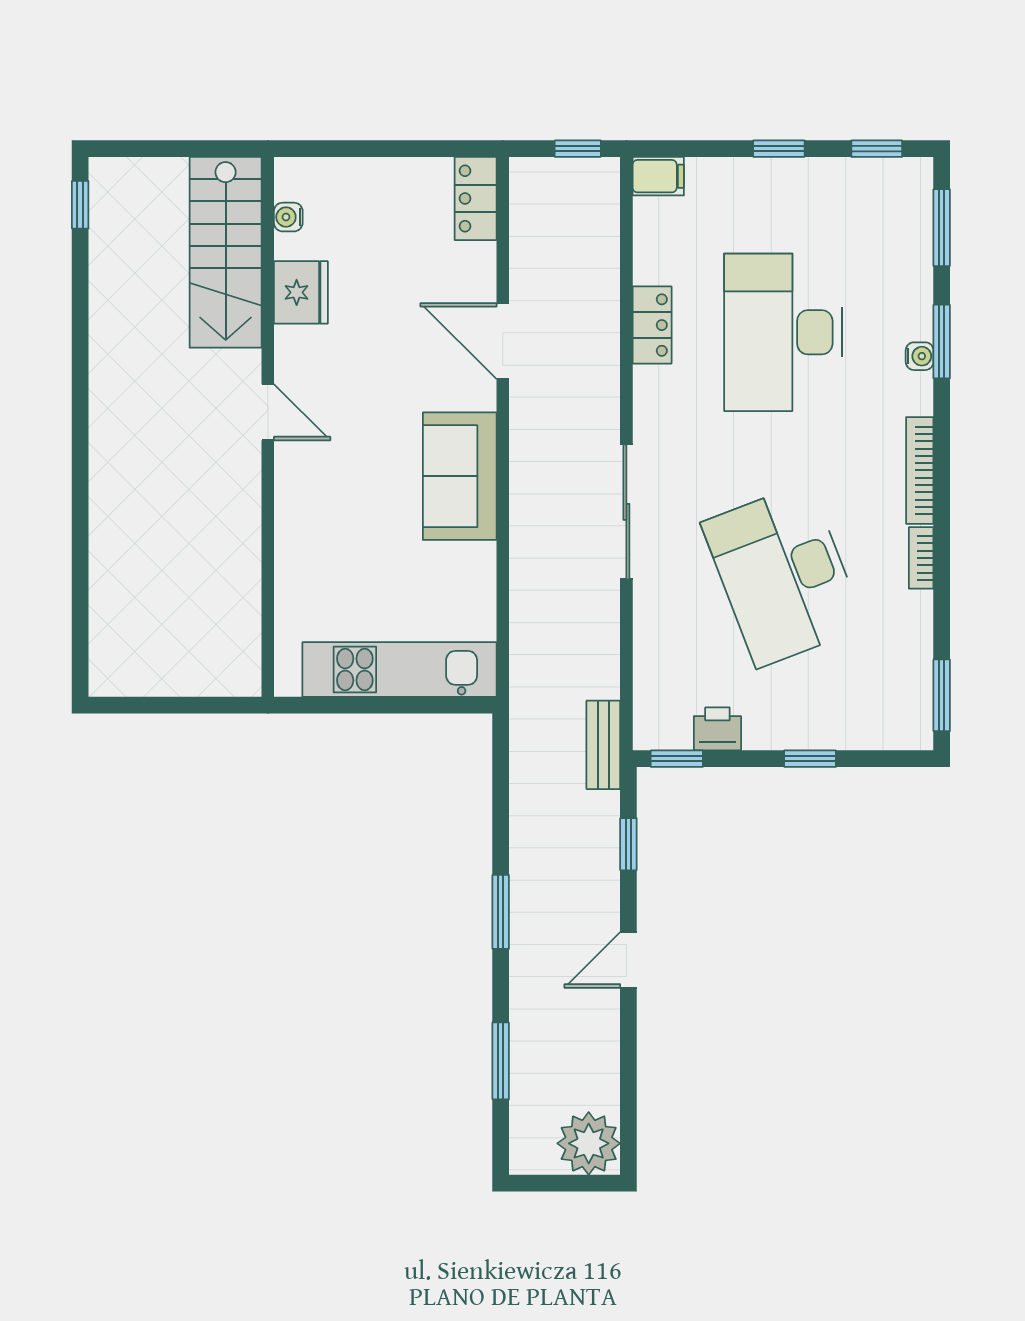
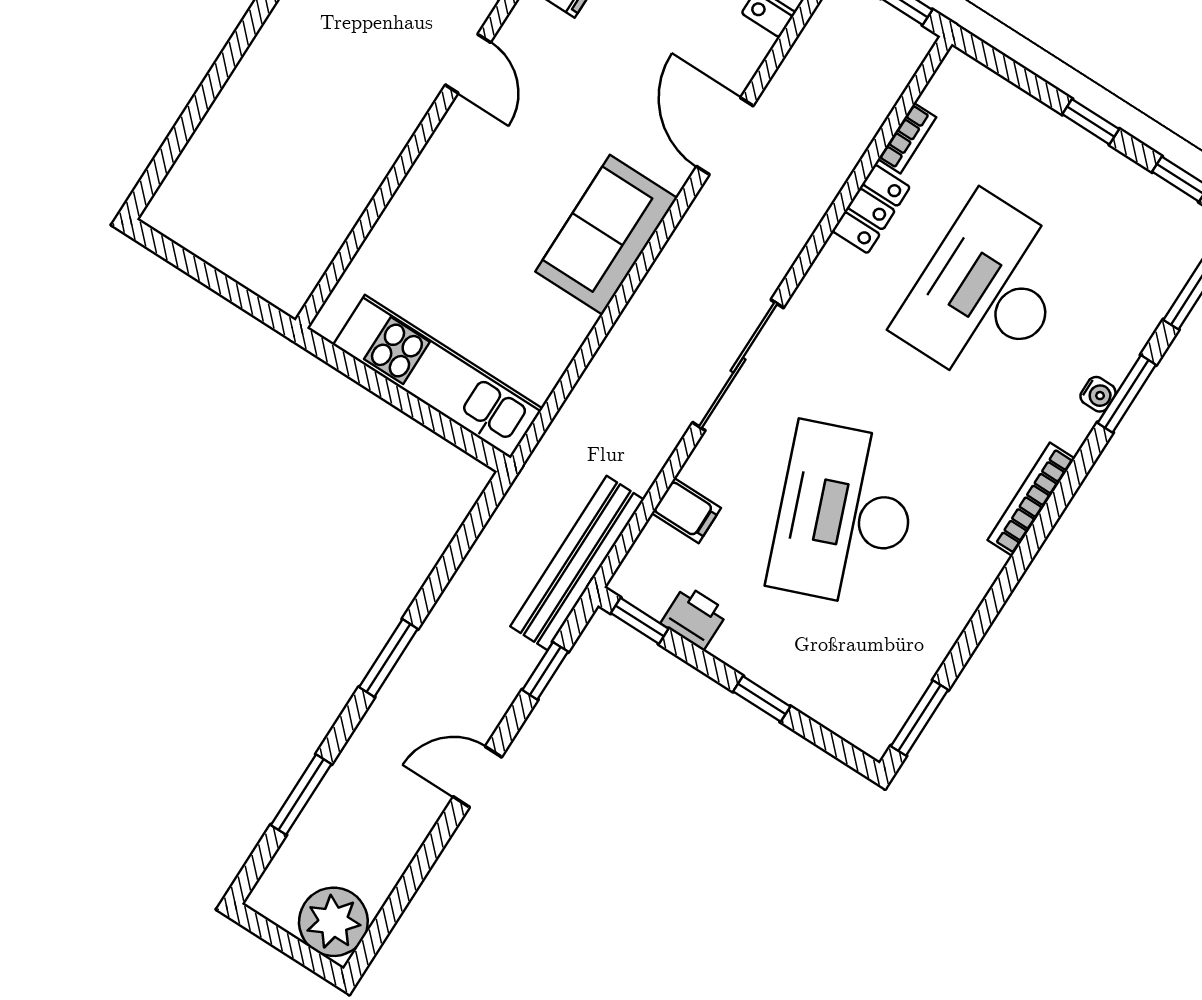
filing cabinet: (658, 176) -> (686, 511), moved
bookcase: (921, 558) -> (907, 138), moved, turned 180
bench: (603, 745) -> (577, 563), width x1.86, depth x1.21

